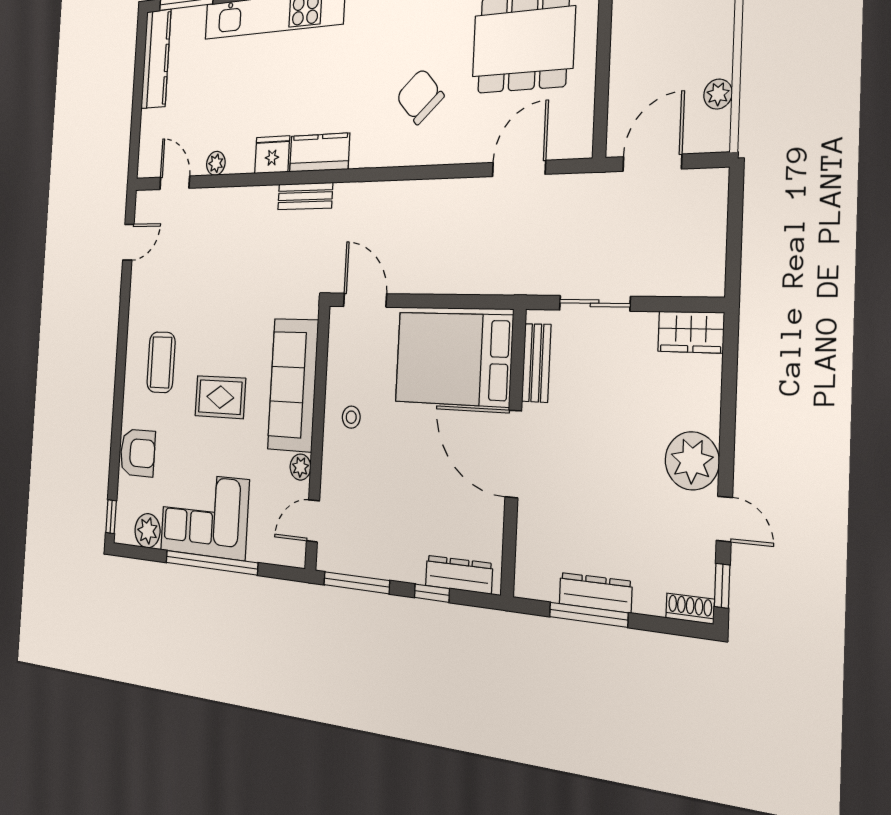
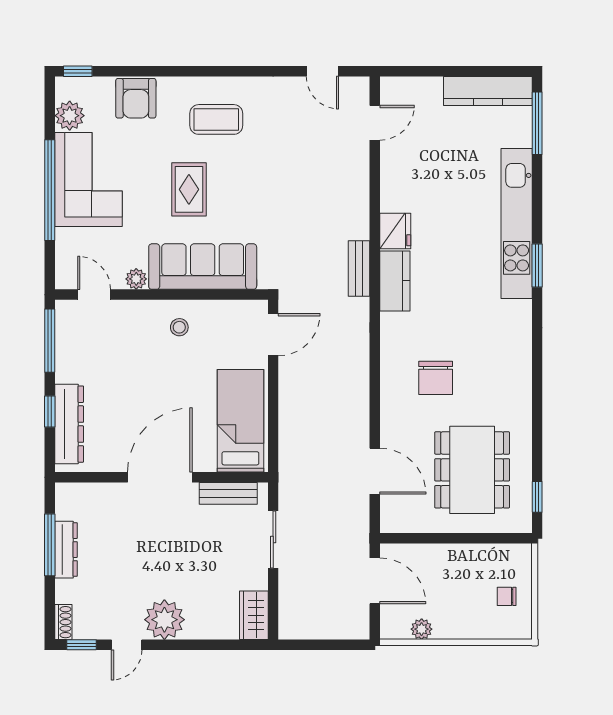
chair: (420, 96) -> (436, 378), turned 132
plant: (216, 163) -> (390, 169), removed
bed: (453, 359) -> (240, 421), width x0.67
dresser: (459, 575) -> (69, 424), width x1.37, depth x1.24

